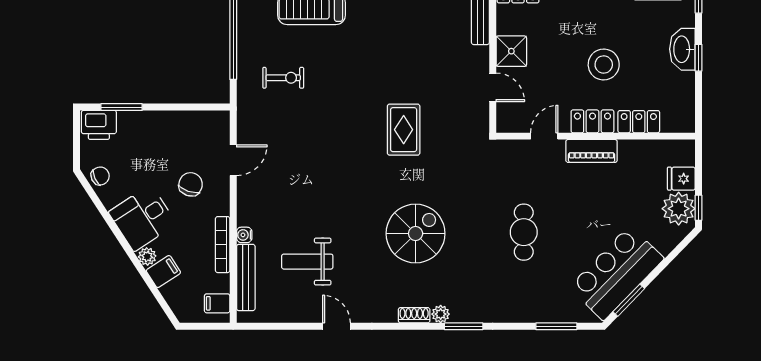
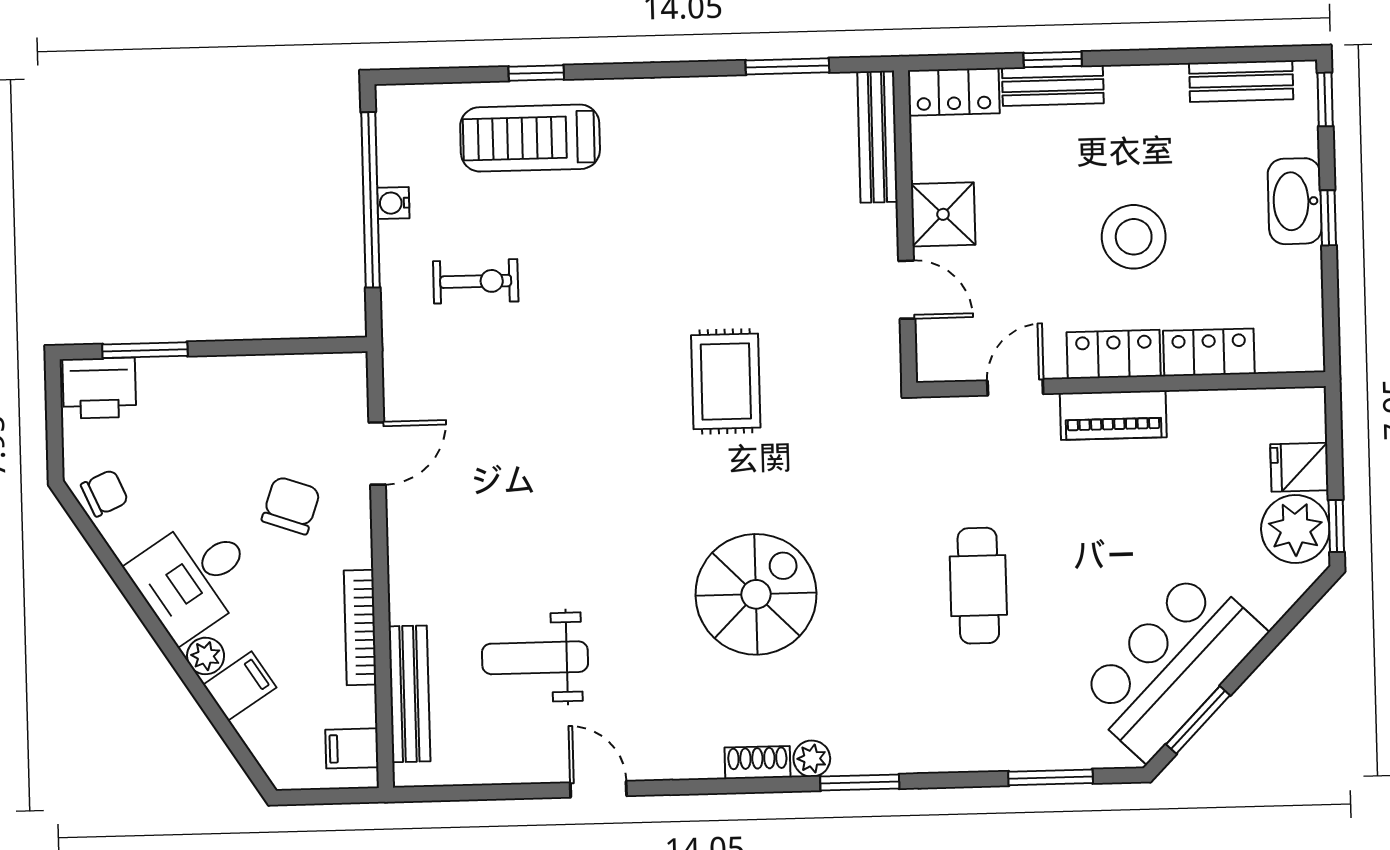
water cooler: (244, 235) -> (393, 203), moved

